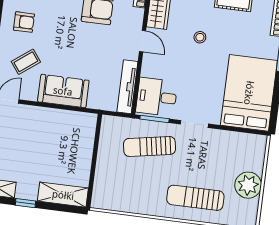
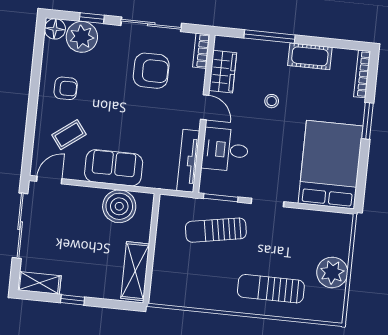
desk: (157, 97) -> (225, 150), moved
boiler: (67, 124) -> (119, 206), added
shelving: (63, 195) -> (135, 271), moved, turned 90

